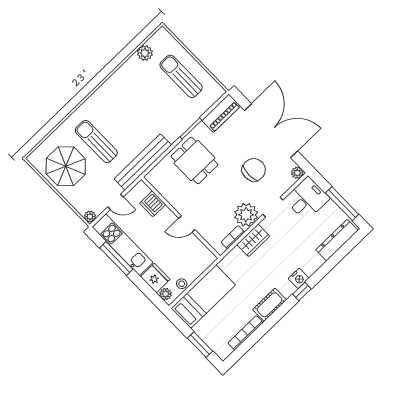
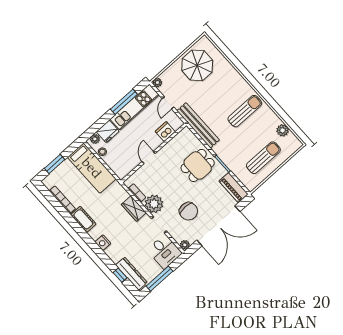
sun lounger: (96, 142) -> (245, 111), moved
window: (302, 291) -> (120, 275), moved

